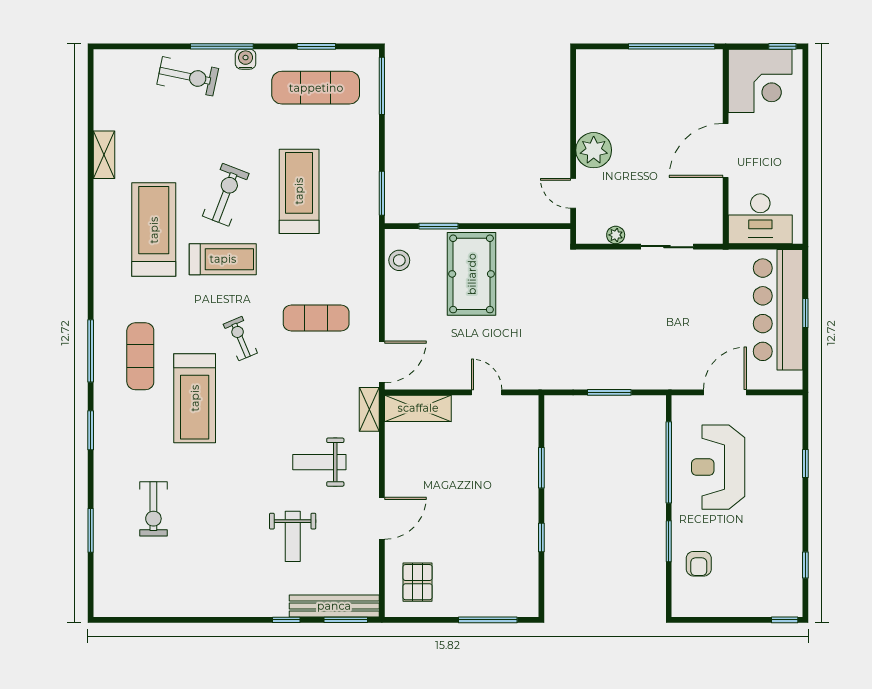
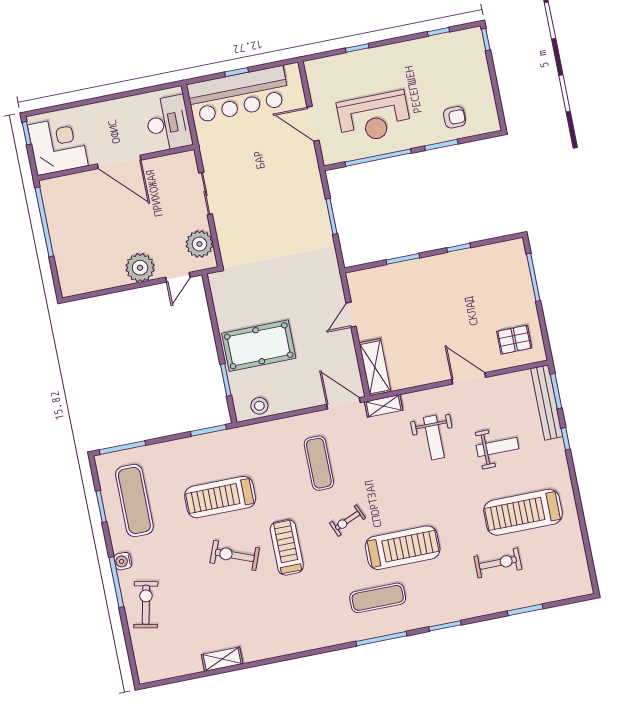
treadmill: (154, 230) -> (523, 512), moved
plant: (616, 235) -> (199, 244), width x1.87, depth x1.87

